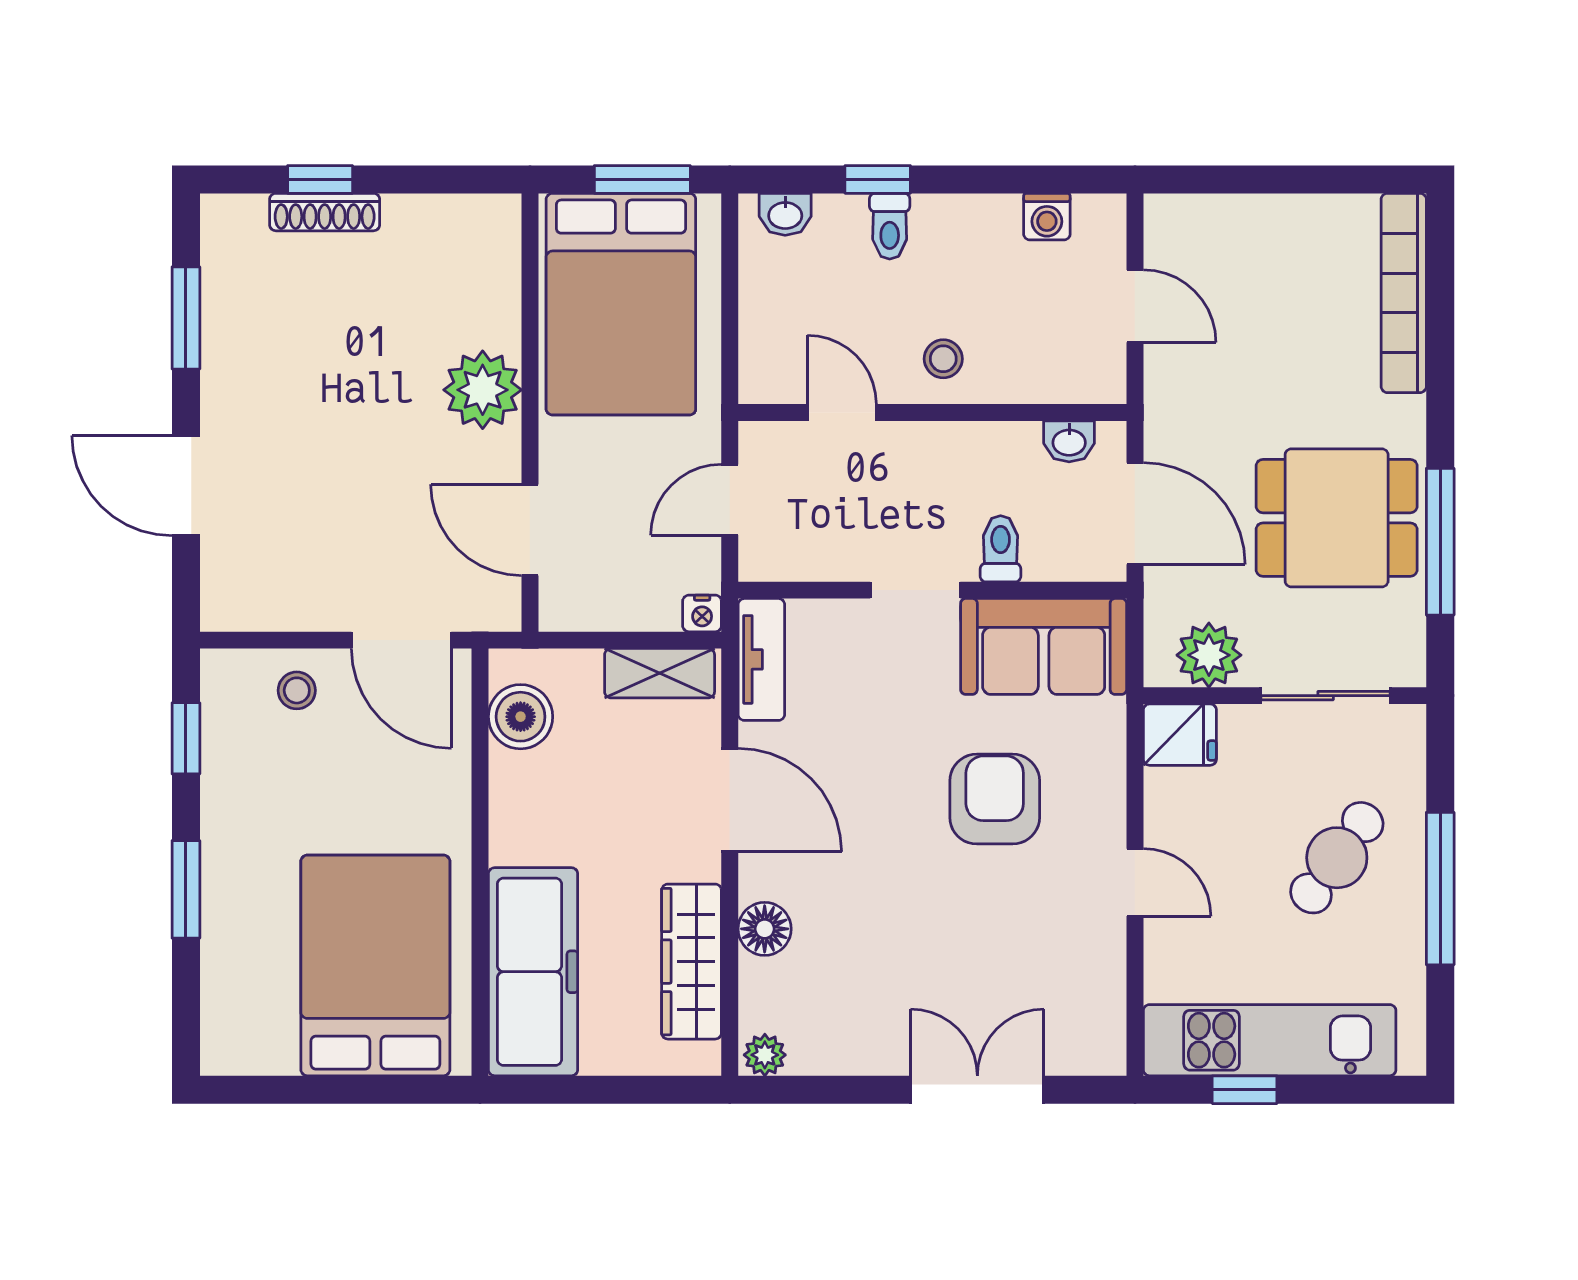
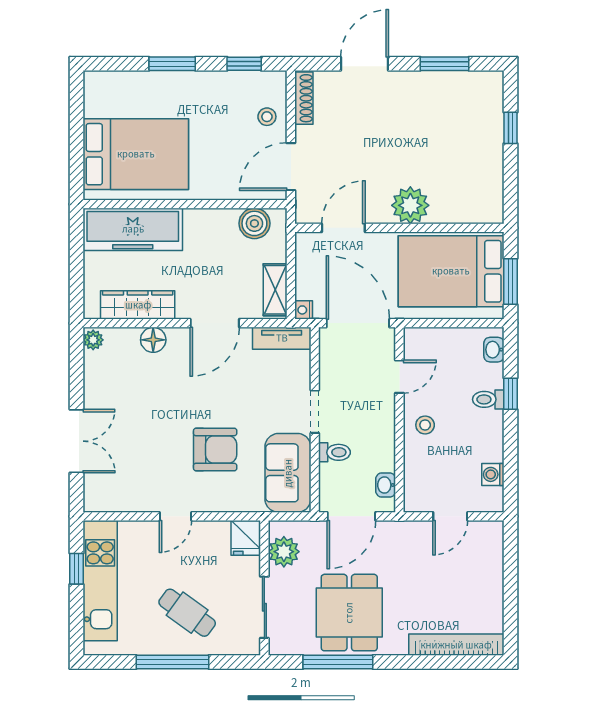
shoe rack: (325, 212) -> (304, 98), moved, turned 180
door: (730, 500) -> (358, 323), width x1.88

